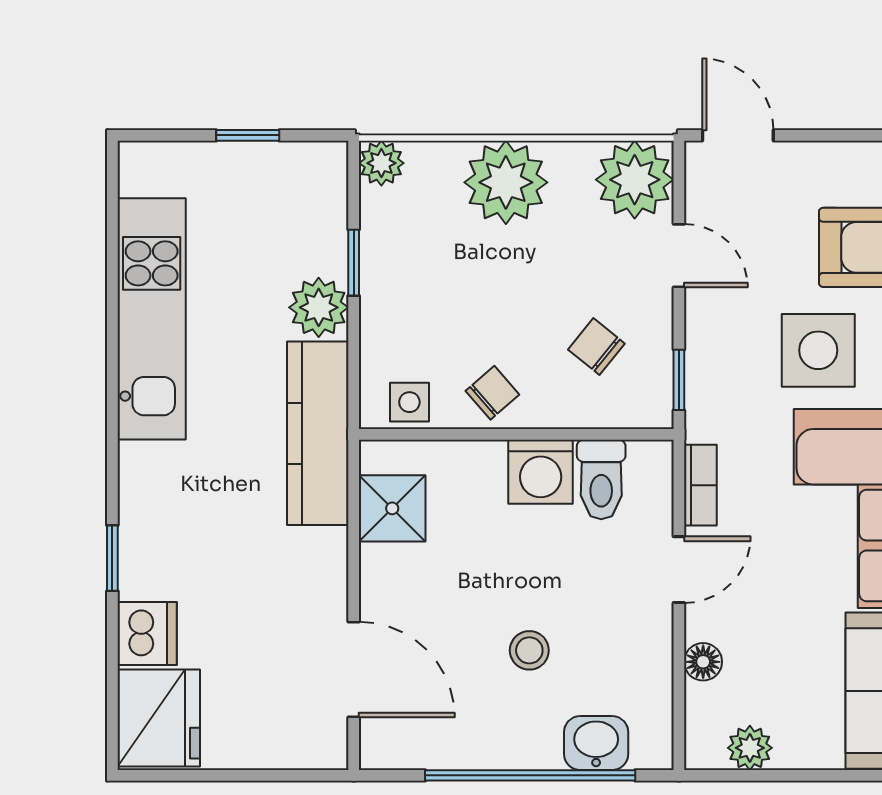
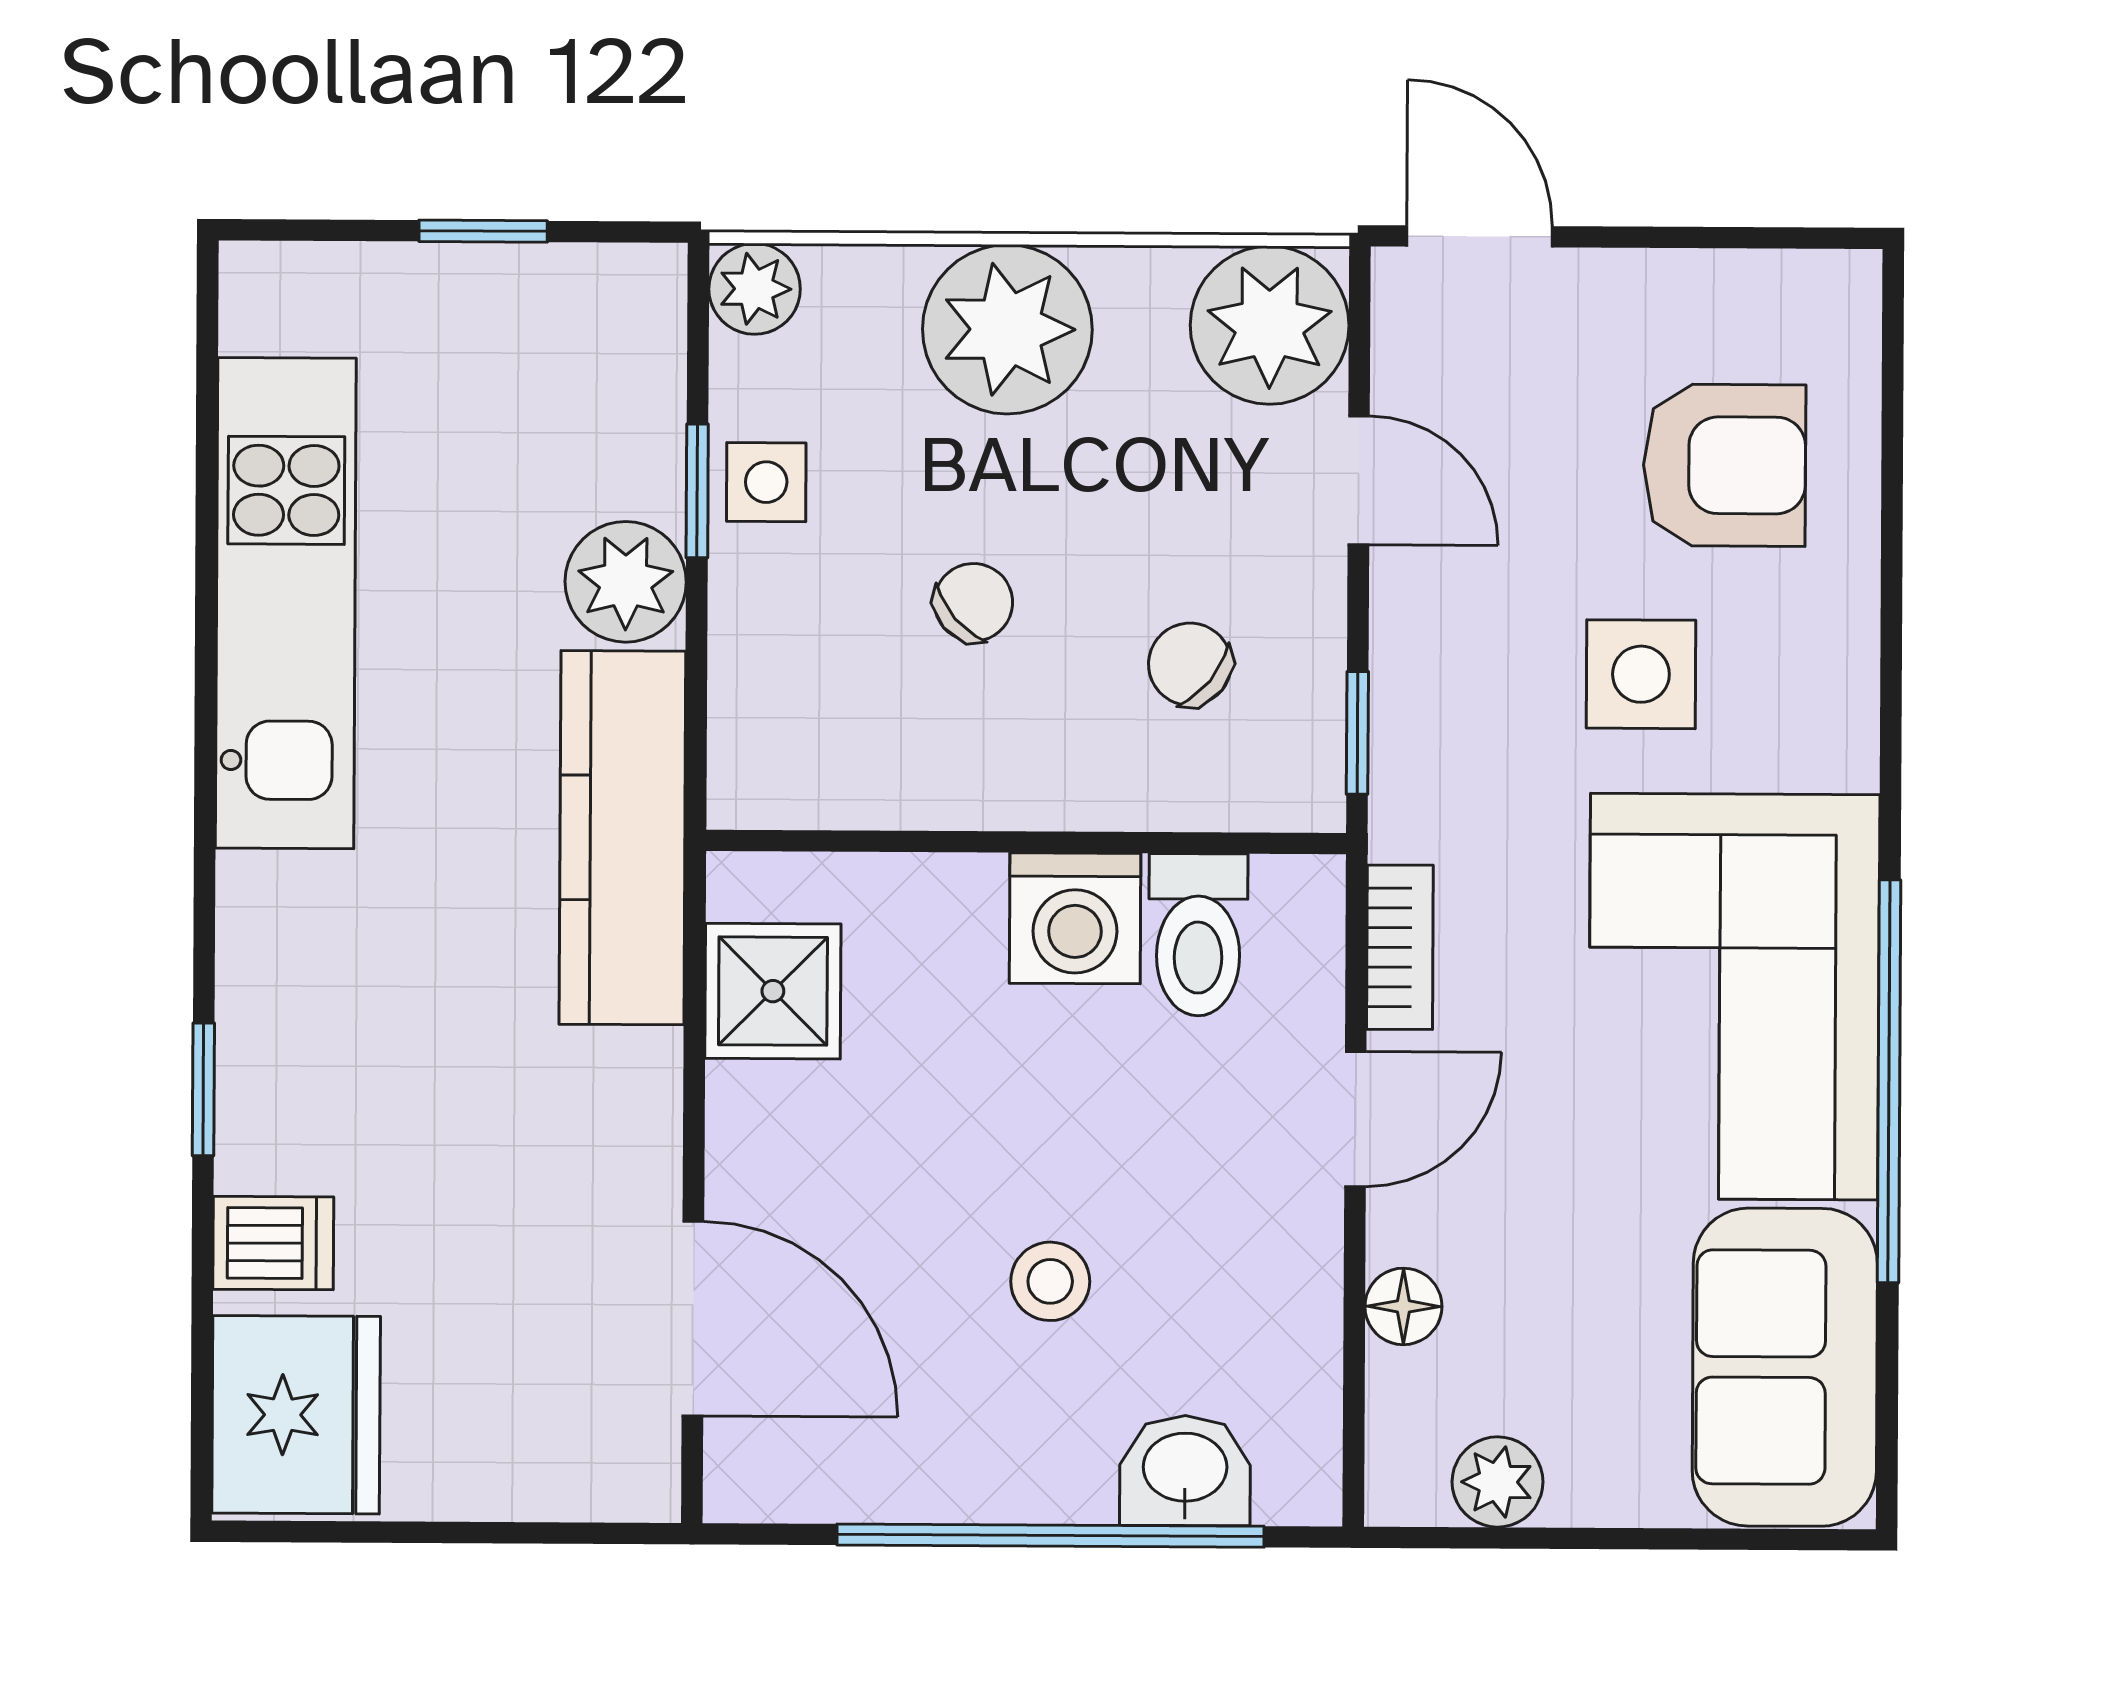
side table: (818, 350) -> (1641, 674), width x0.73, depth x0.73
chair: (492, 393) -> (973, 602), moved
side table: (409, 402) -> (766, 482), moved
dishwasher: (147, 634) -> (273, 1243), width x0.73

